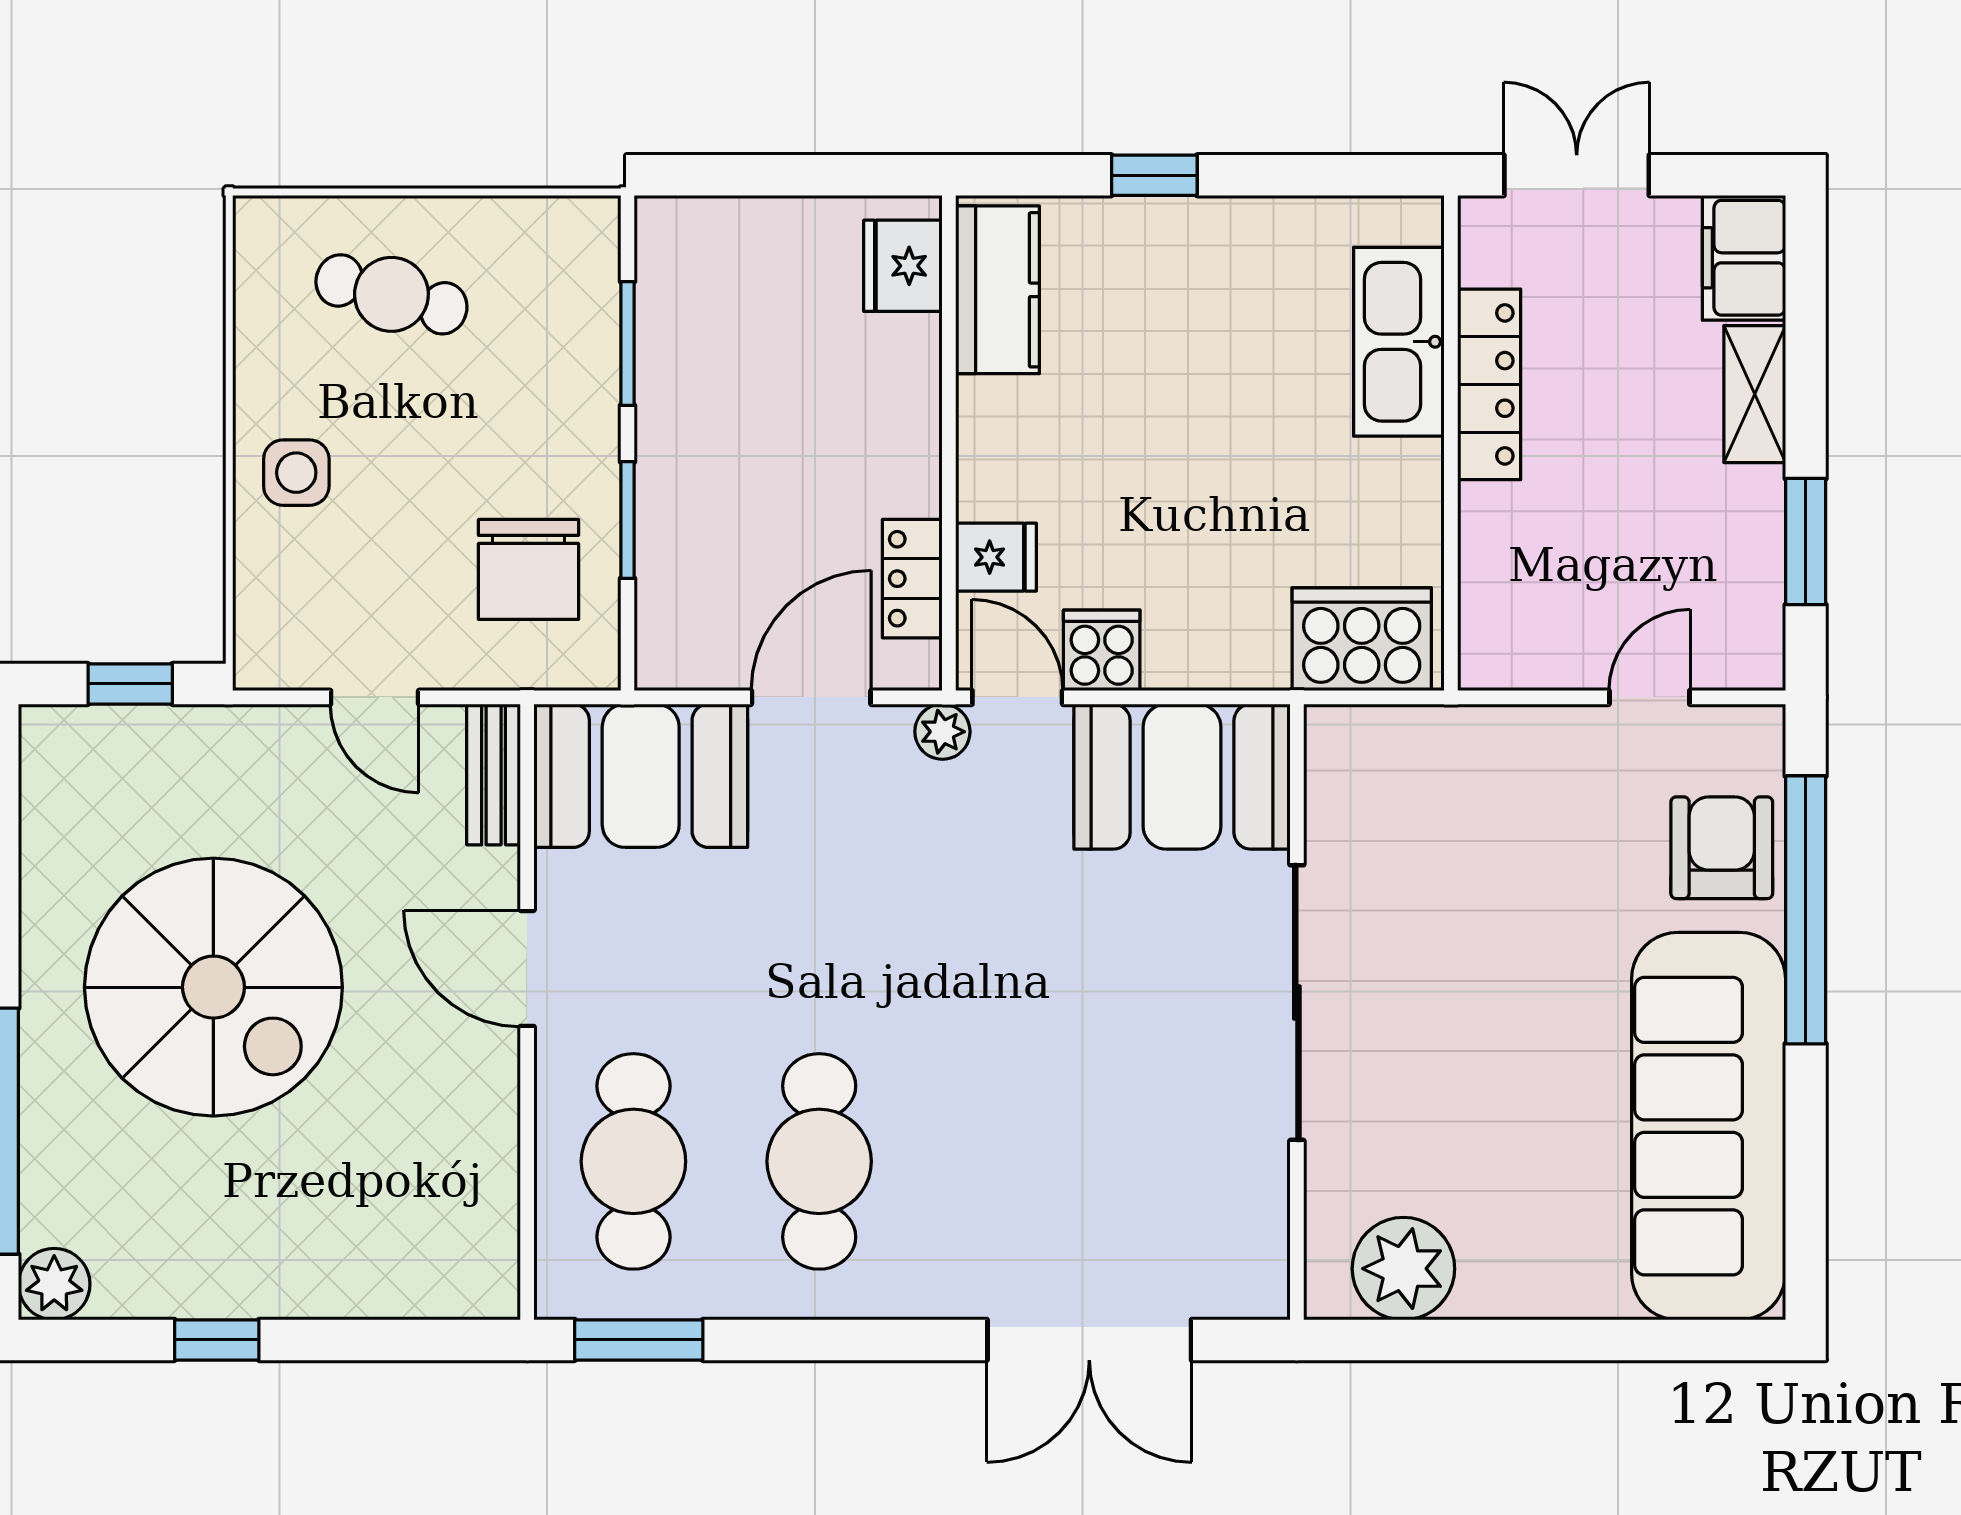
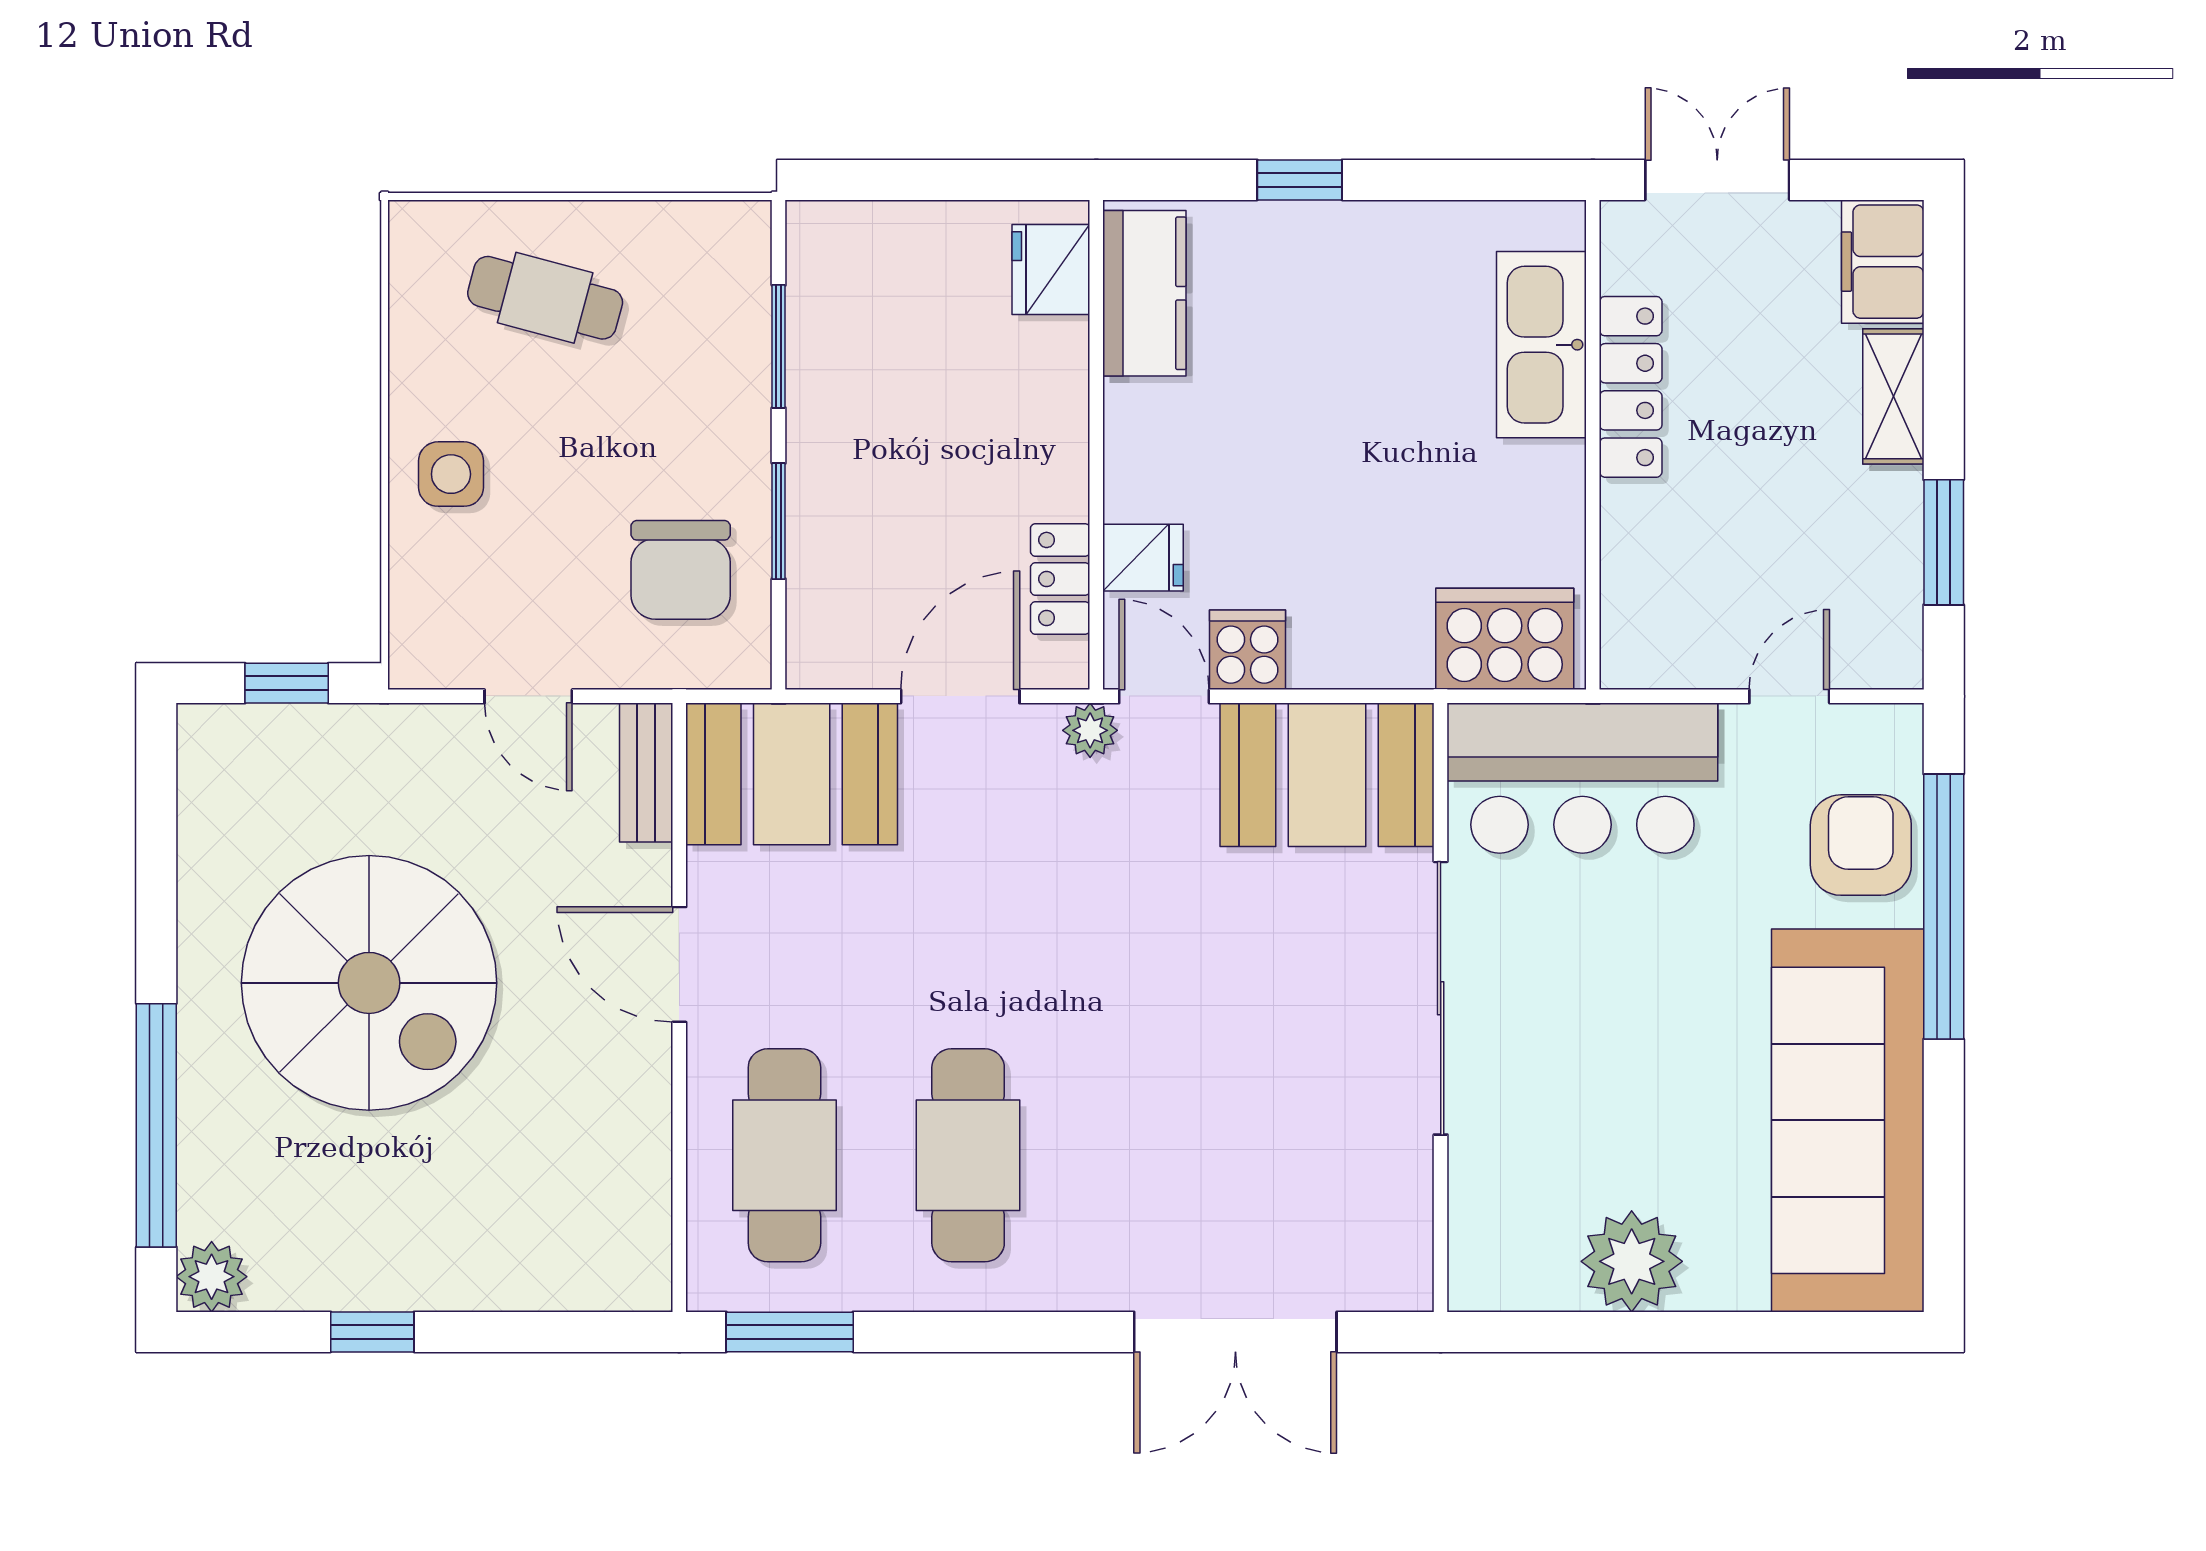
bar counter: (1440, 780) -> (1582, 778), added
plant: (1403, 1269) -> (1632, 1261), moved

